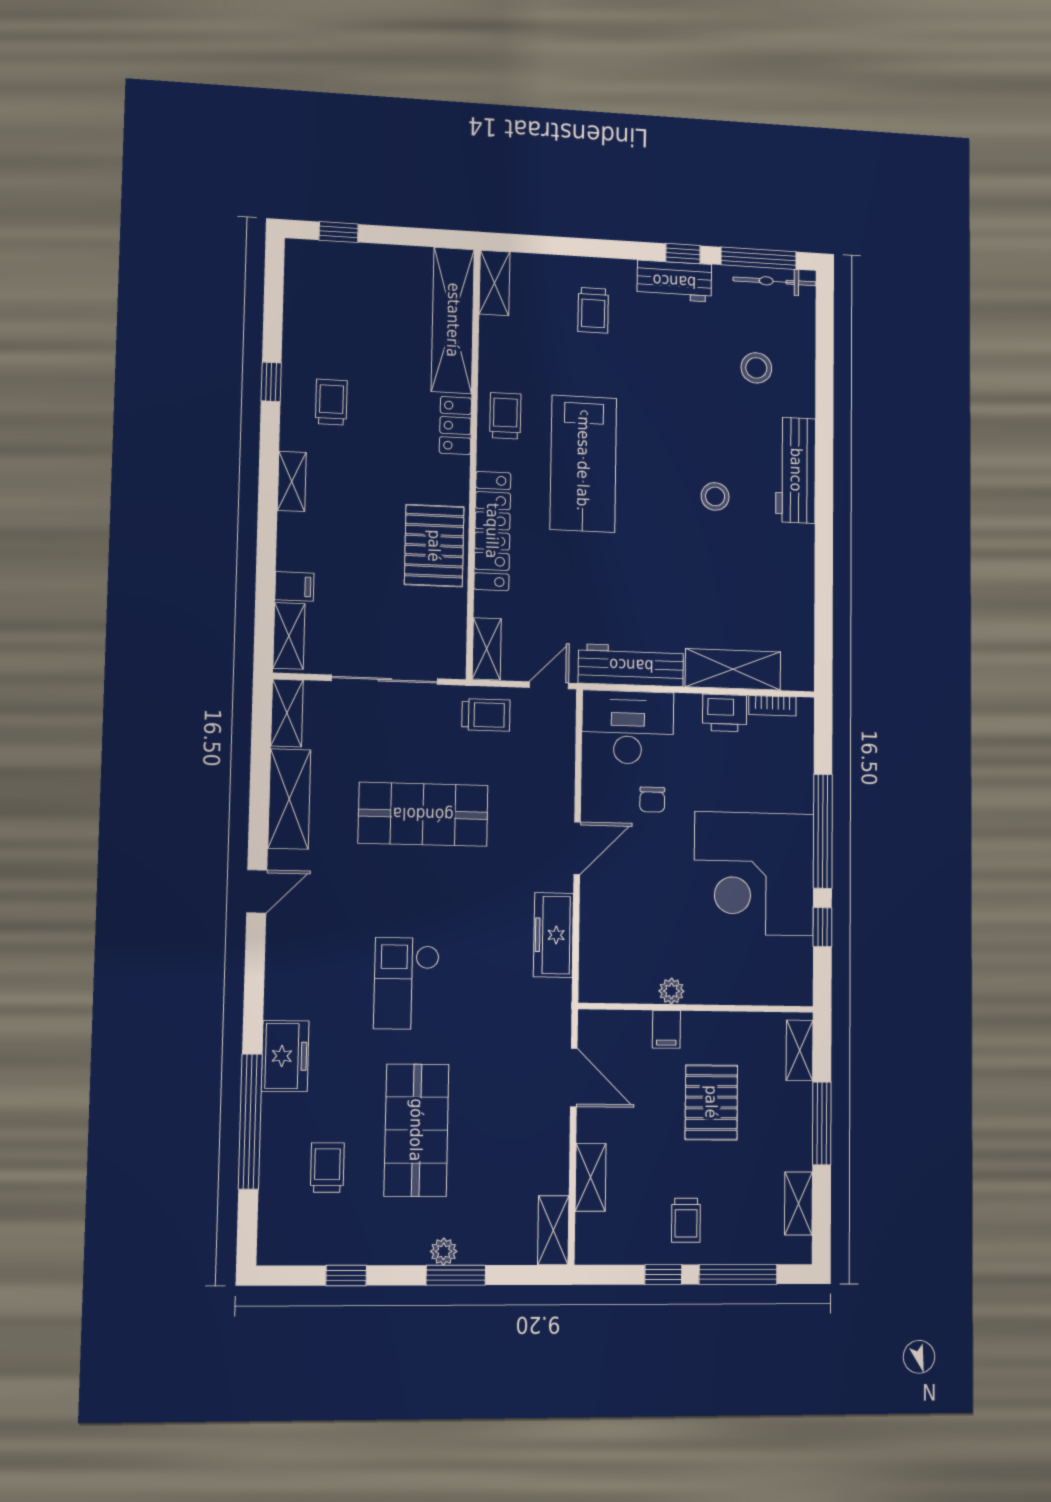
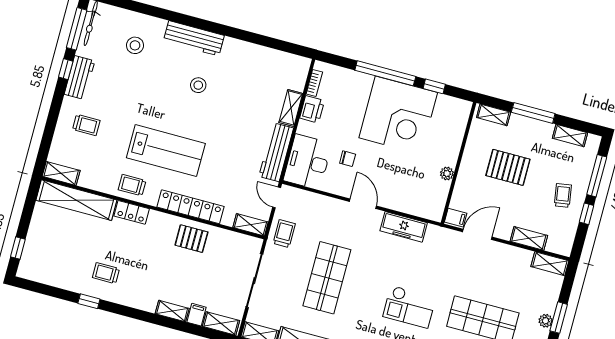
shelving: (292, 481) -> (172, 311), moved
pallet: (434, 546) -> (191, 239), width x0.67, depth x0.71
shelving: (733, 669) -> (291, 108), width x0.67, depth x0.75
filing cabinet: (666, 1029) -> (456, 218), moved
trolley: (686, 1220) -> (563, 195), turned -99

